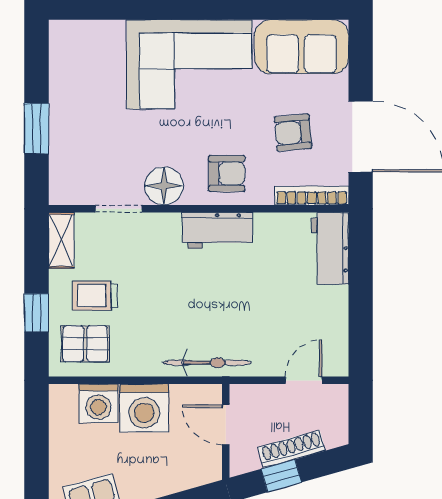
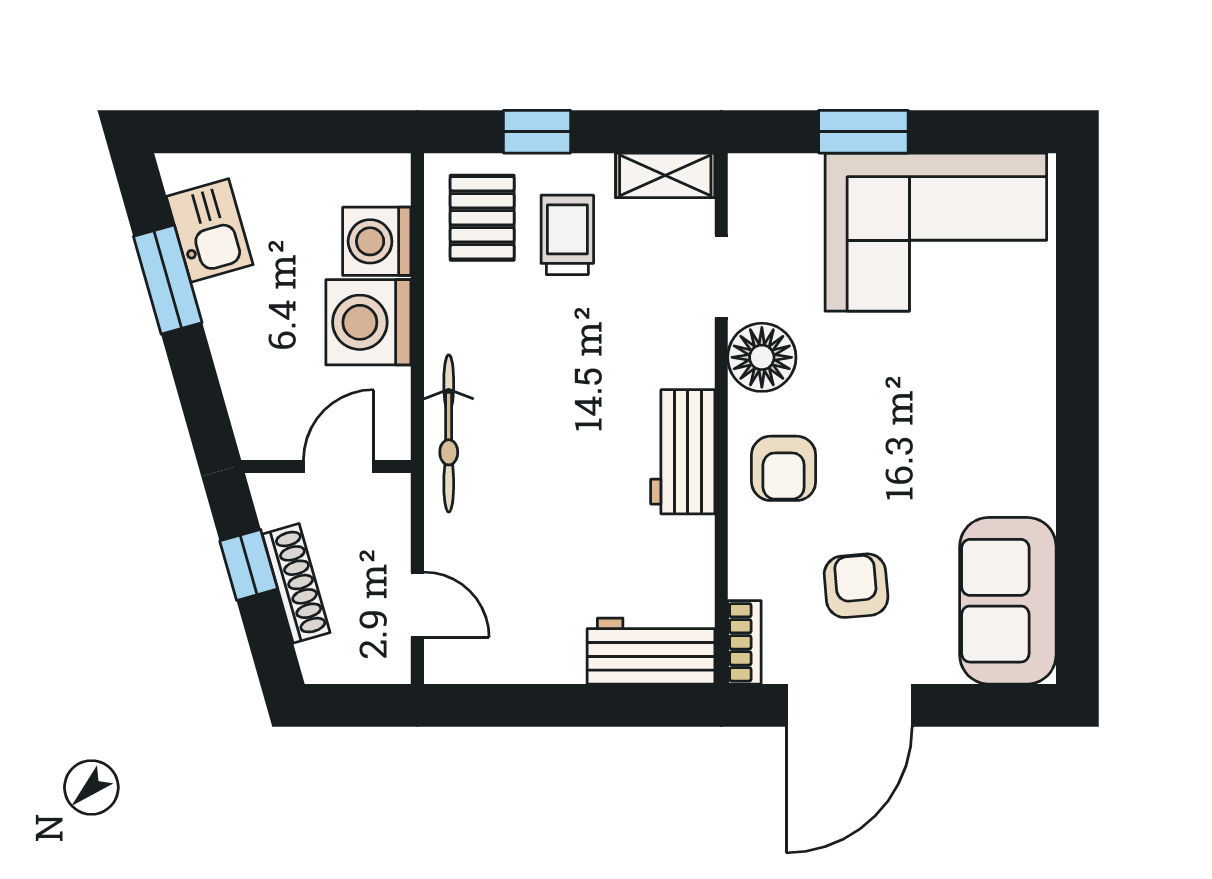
corner sofa: (189, 64) -> (936, 232), moved, turned -90
bookcase: (312, 196) -> (744, 642), width x0.64

